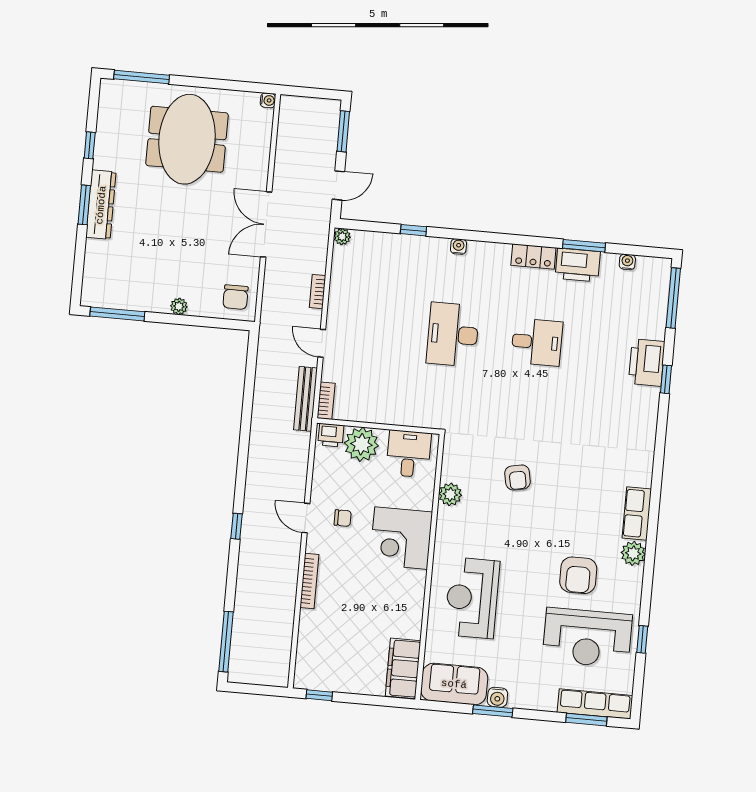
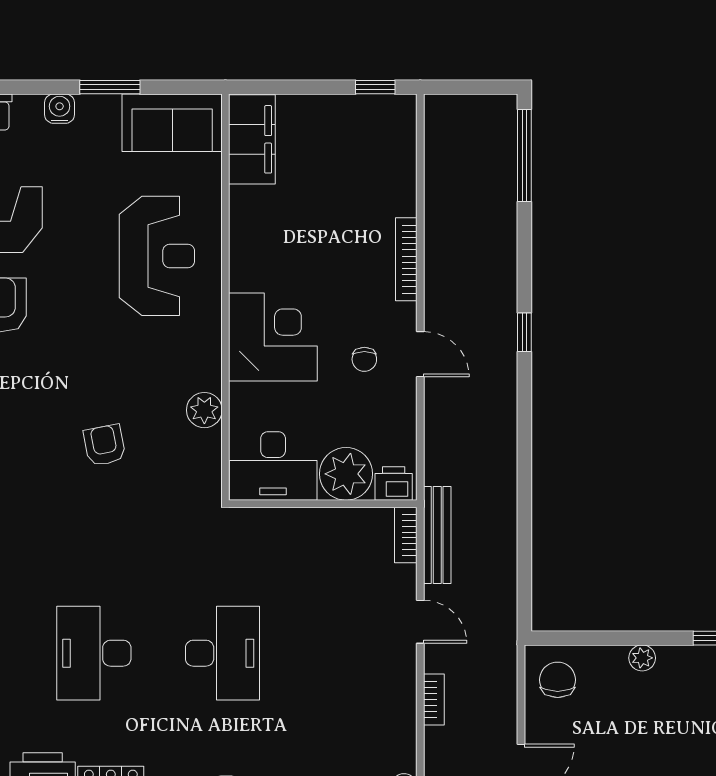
desk: (537, 342) -> (94, 653), width x1.37
desk: (409, 454) -> (273, 466), width x1.37
chair: (343, 518) -> (364, 359), turned -90
water cooler: (497, 697) -> (60, 109), moved

